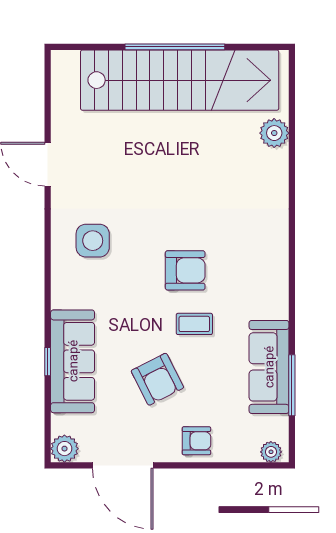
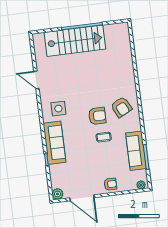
stairs: (180, 80) -> (75, 41), width x0.73
plant: (274, 133) -> (126, 56), removed
sofa: (73, 361) -> (54, 143), moved
armchair: (157, 379) -> (121, 107), moved

